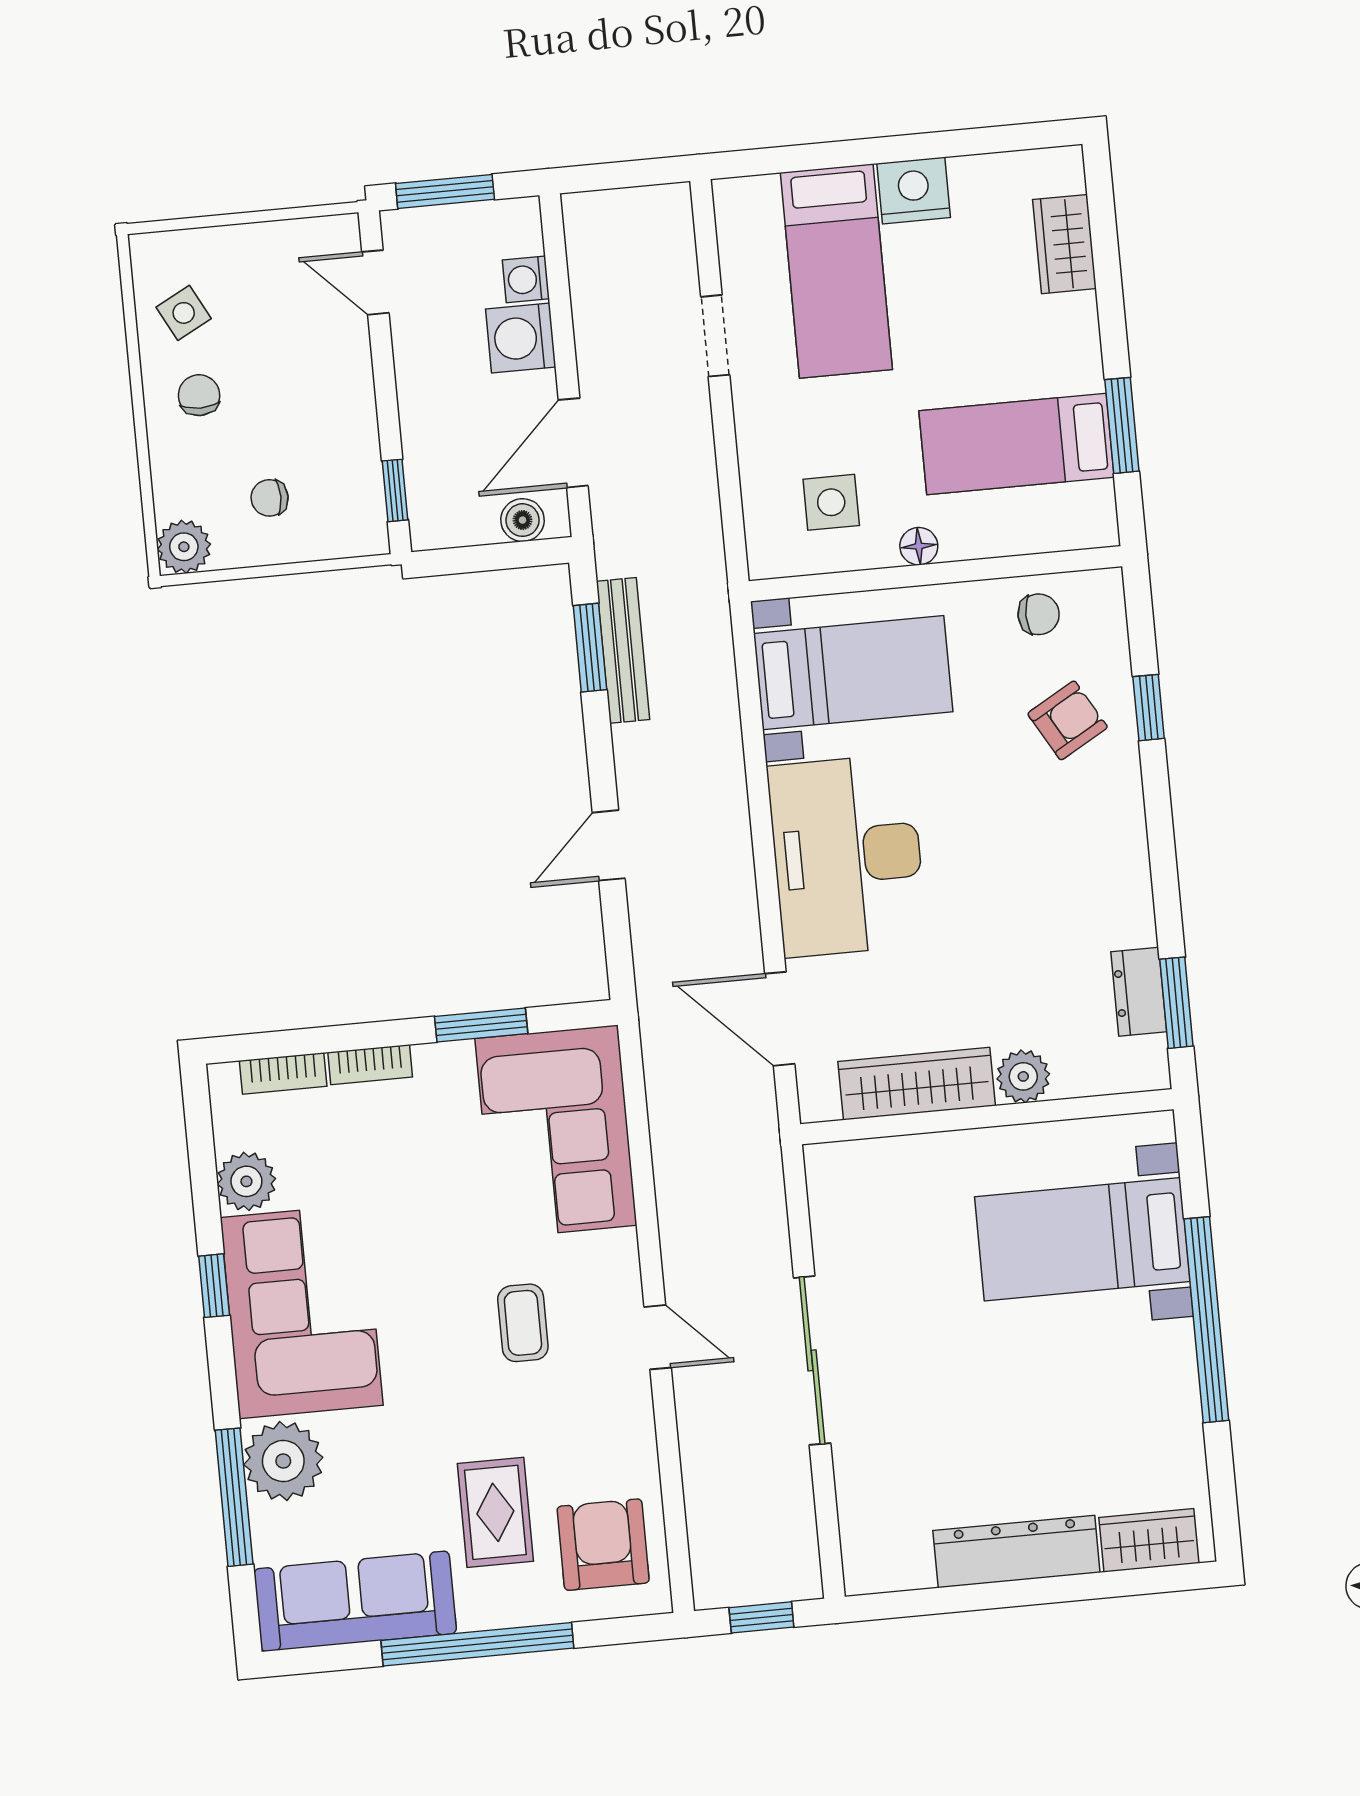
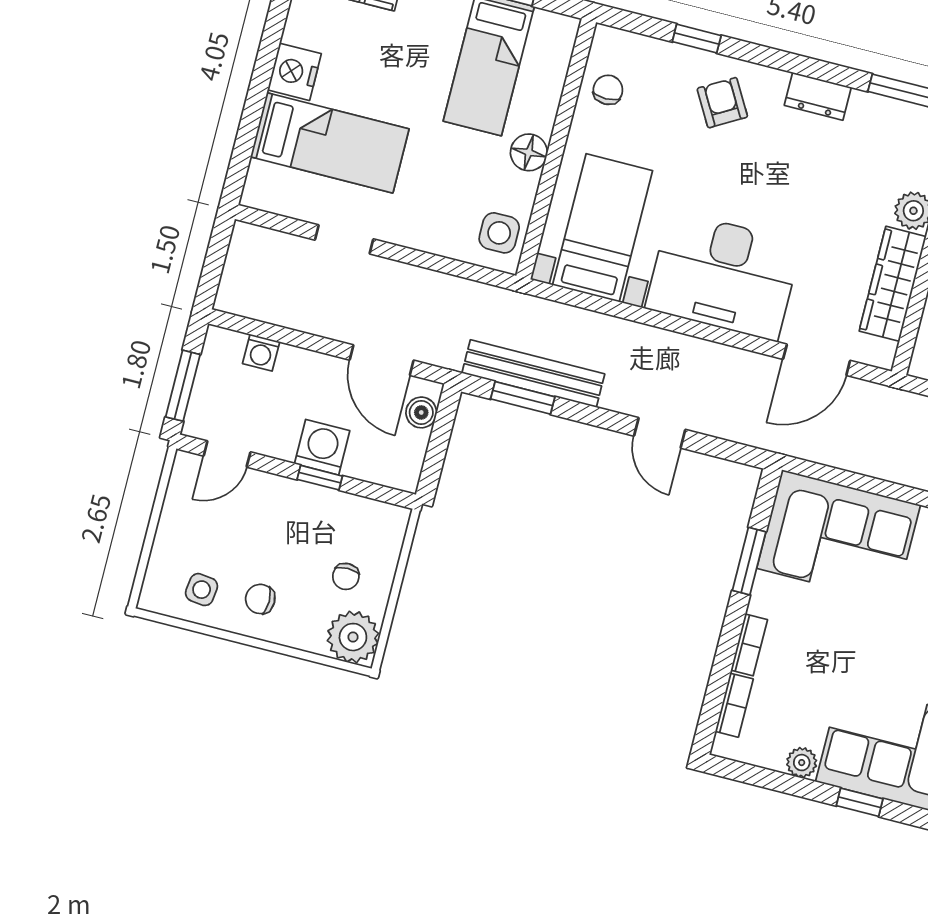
side table: (184, 313) -> (202, 590), turned 35
washing machine: (521, 338) -> (322, 447), moved, turned 180
window: (395, 490) -> (320, 478), moved
side table: (831, 502) -> (499, 233), moved
floor lamp: (919, 546) -> (529, 152), width x1.37, depth x1.37
plant: (184, 547) -> (353, 637), width x1.36, depth x1.36
bench: (623, 650) -> (533, 374), width x1.37, depth x1.21
armchair: (1068, 720) -> (722, 103), moved
dresser: (1139, 992) -> (818, 96), moved
plant: (246, 1181) -> (802, 763), width x0.73, depth x0.73

